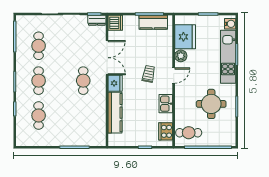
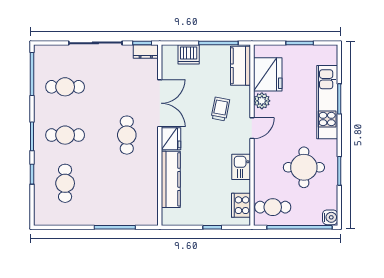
kitchen counter: (153, 22) -> (240, 66), moved, turned 90
dishwasher: (115, 23) -> (189, 54), moved, turned 90
water cooler: (230, 24) -> (330, 217), moved
cafe table: (39, 46) -> (65, 87), turned 90
trolley: (149, 74) -> (220, 109), moved
cafe table: (39, 81) -> (65, 135), turned 90

